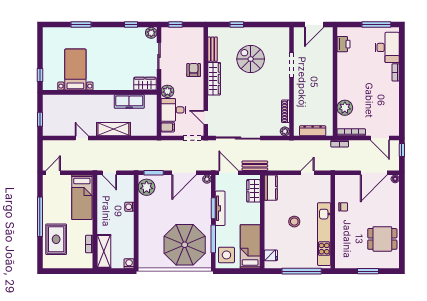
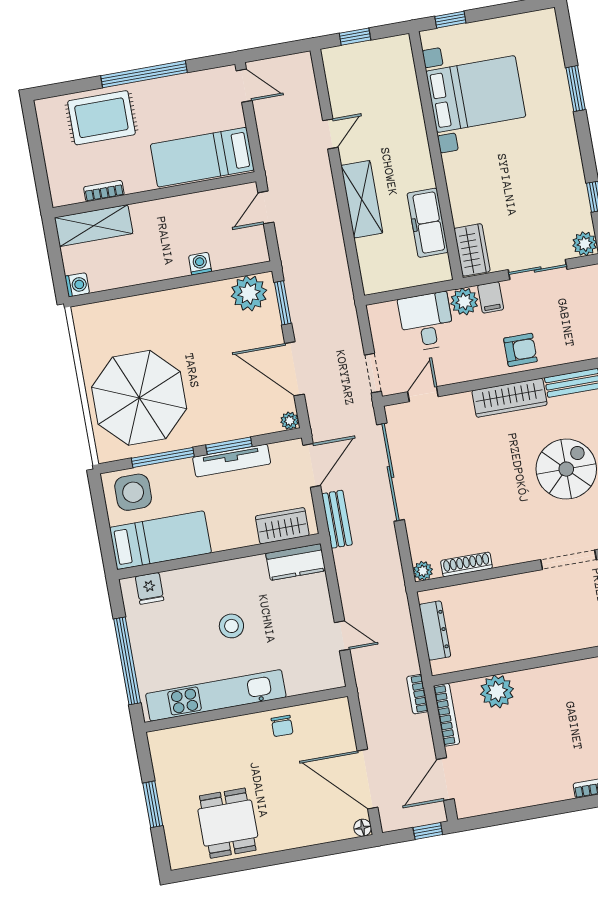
bed with nightstands: (75, 70) -> (476, 94), width x1.36
filing cabinet: (168, 127) -> (491, 297), moved

